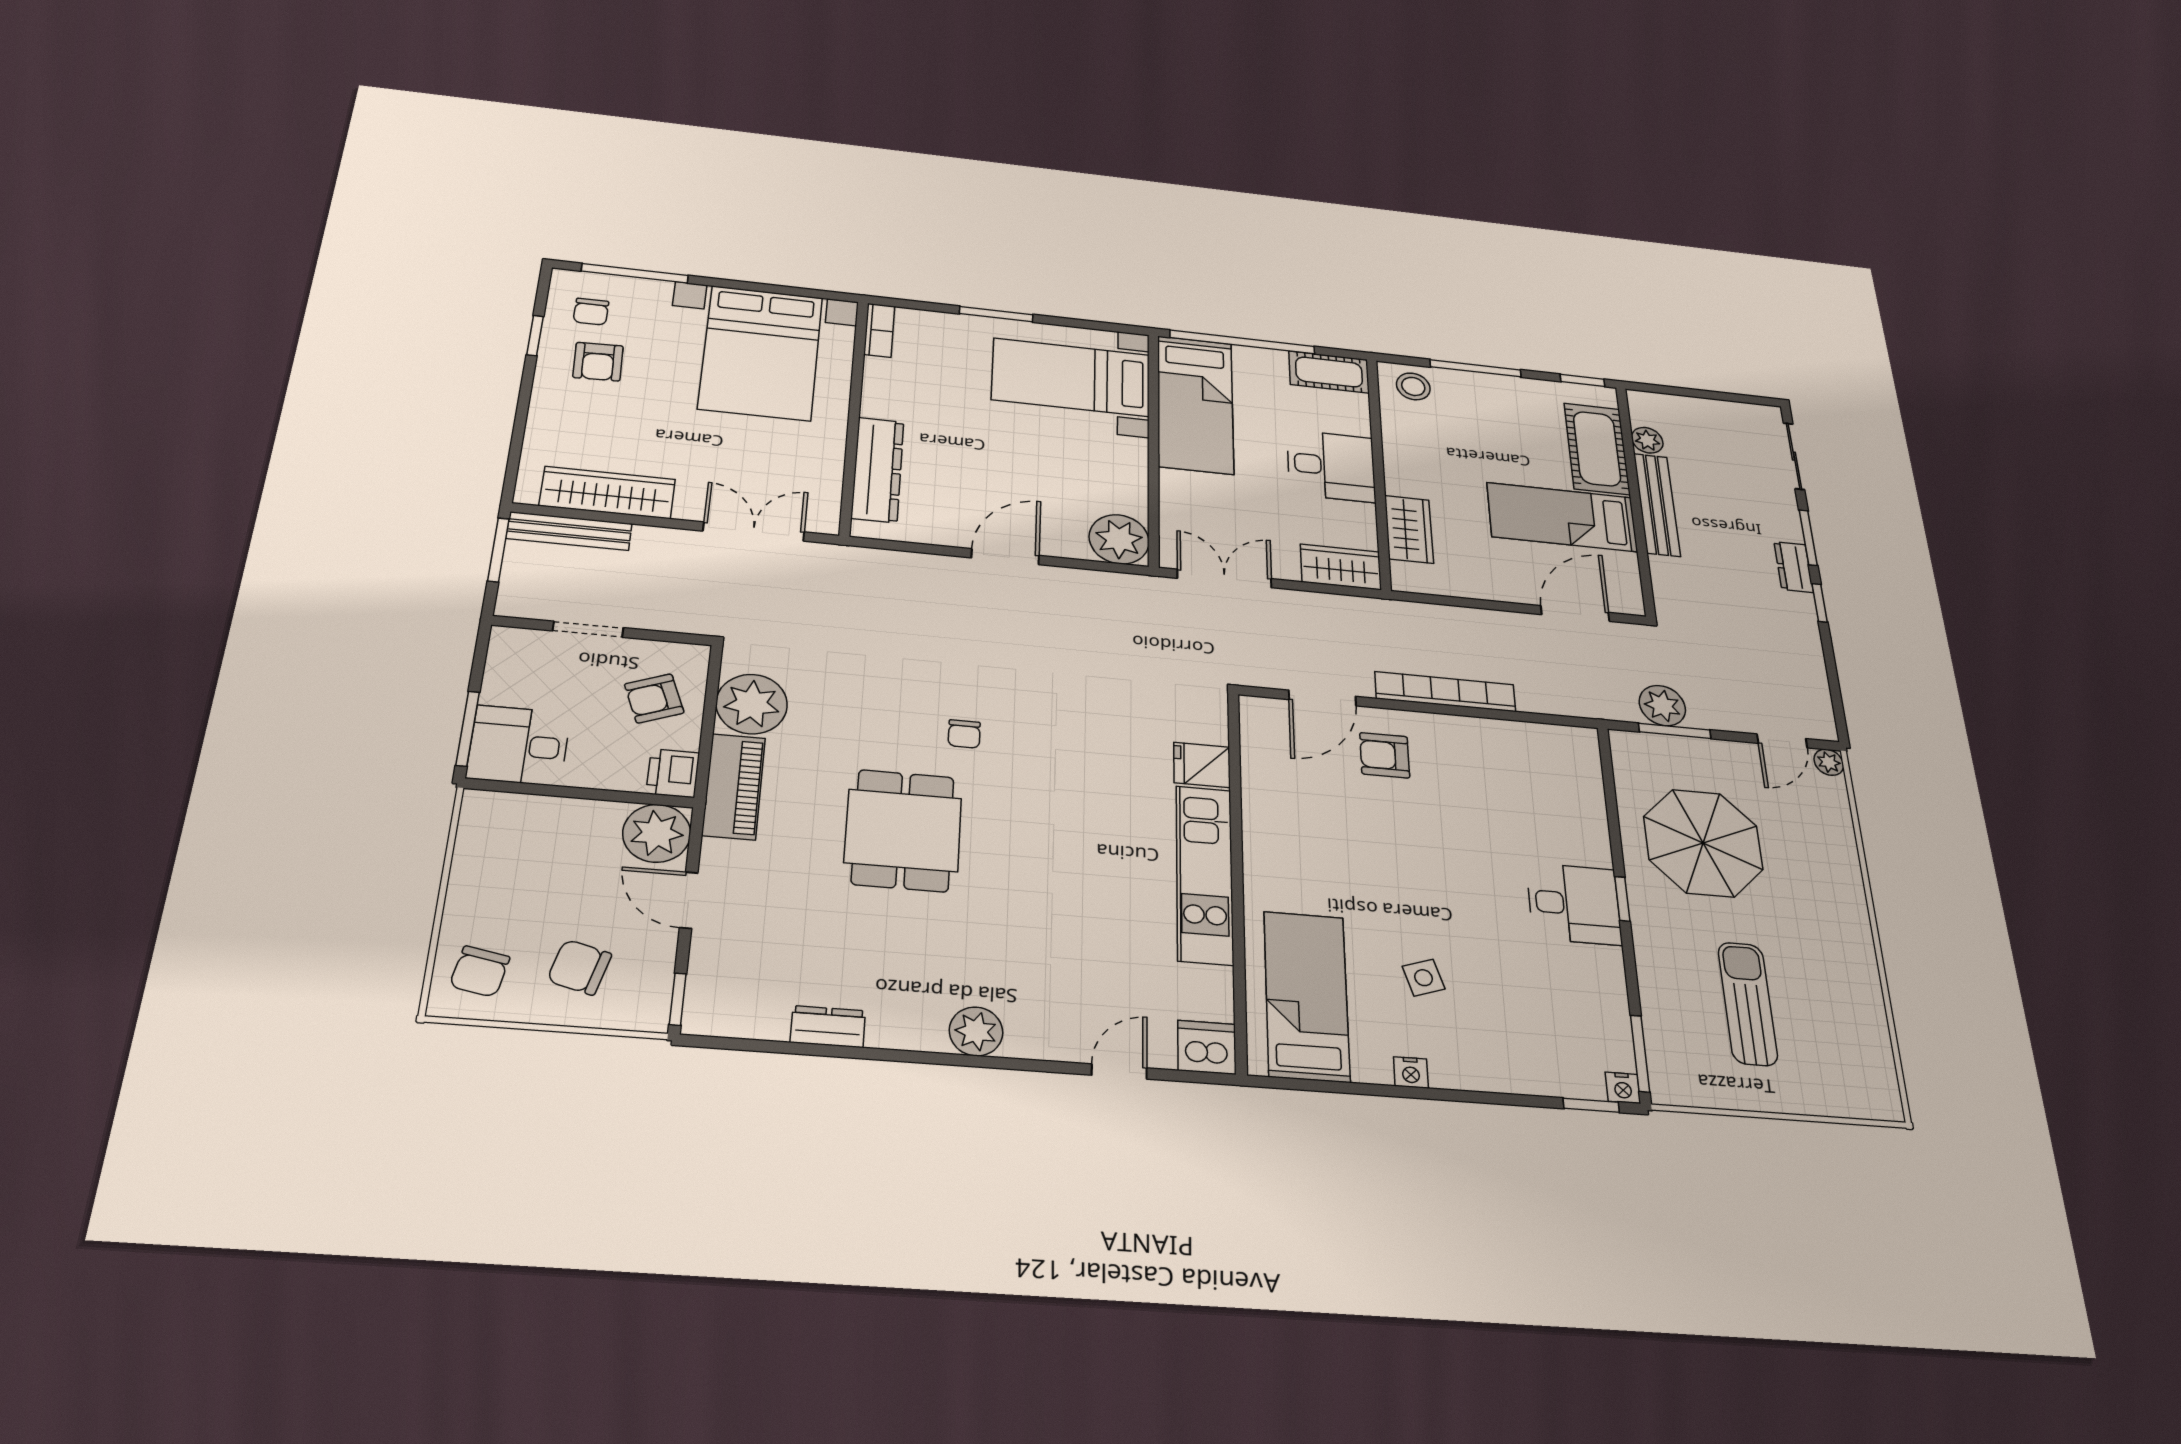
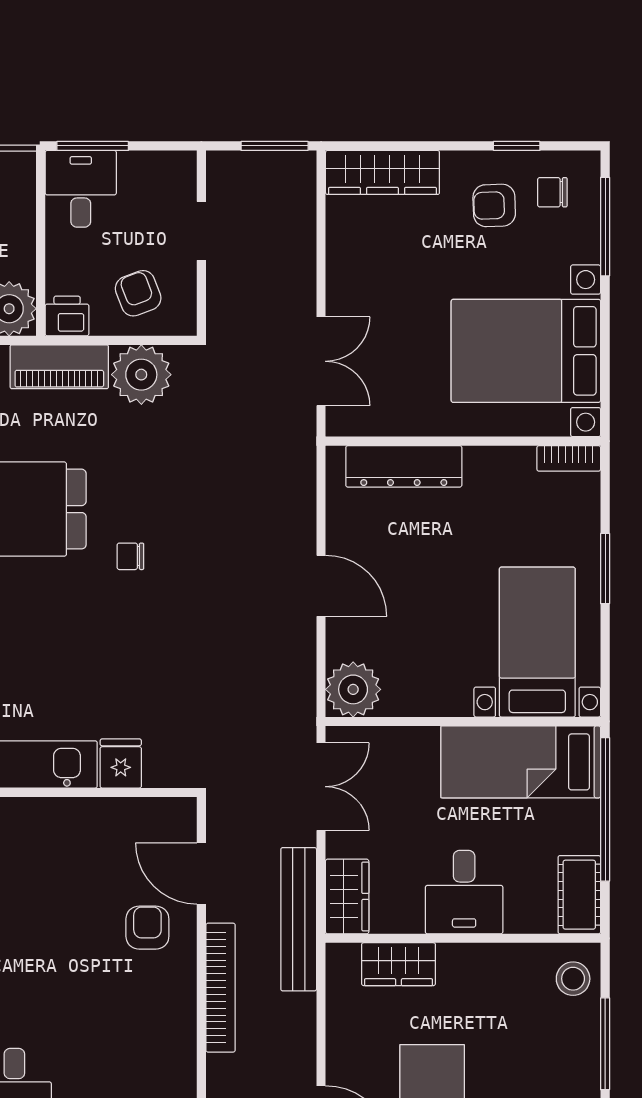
wardrobe: (608, 492) -> (382, 172), moved, turned 90
bench: (569, 531) -> (299, 919), moved, width x1.37, depth x1.21

